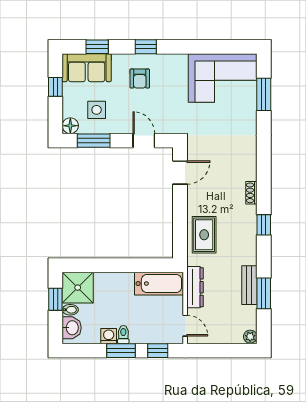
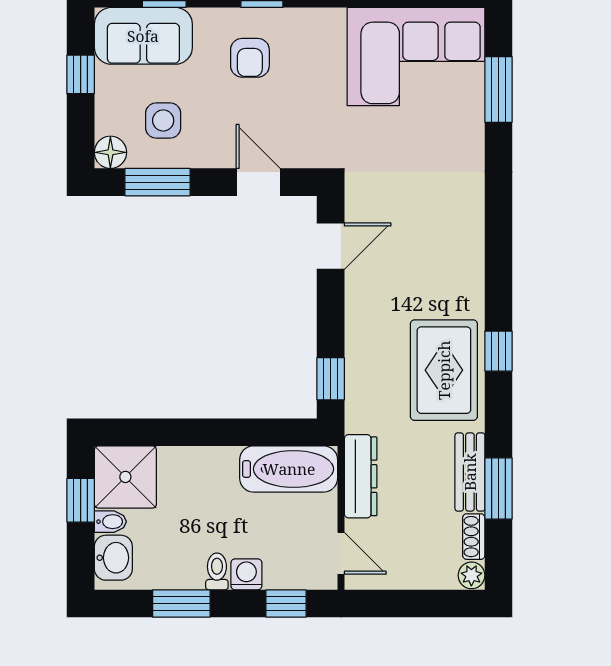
shoe rack: (251, 193) -> (474, 537), moved
rug: (204, 235) -> (444, 370), moved, width x1.36, depth x1.43
window: (180, 239) -> (331, 379), added
washing machine: (109, 336) -> (246, 574), moved
window: (121, 351) -> (181, 603), moved

